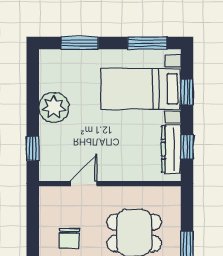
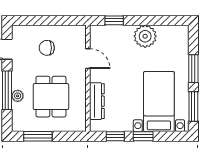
window: (80, 43) -> (193, 69), moved
window: (187, 92) -> (143, 136), moved
dresser: (171, 149) -> (97, 101), moved, turned 90

